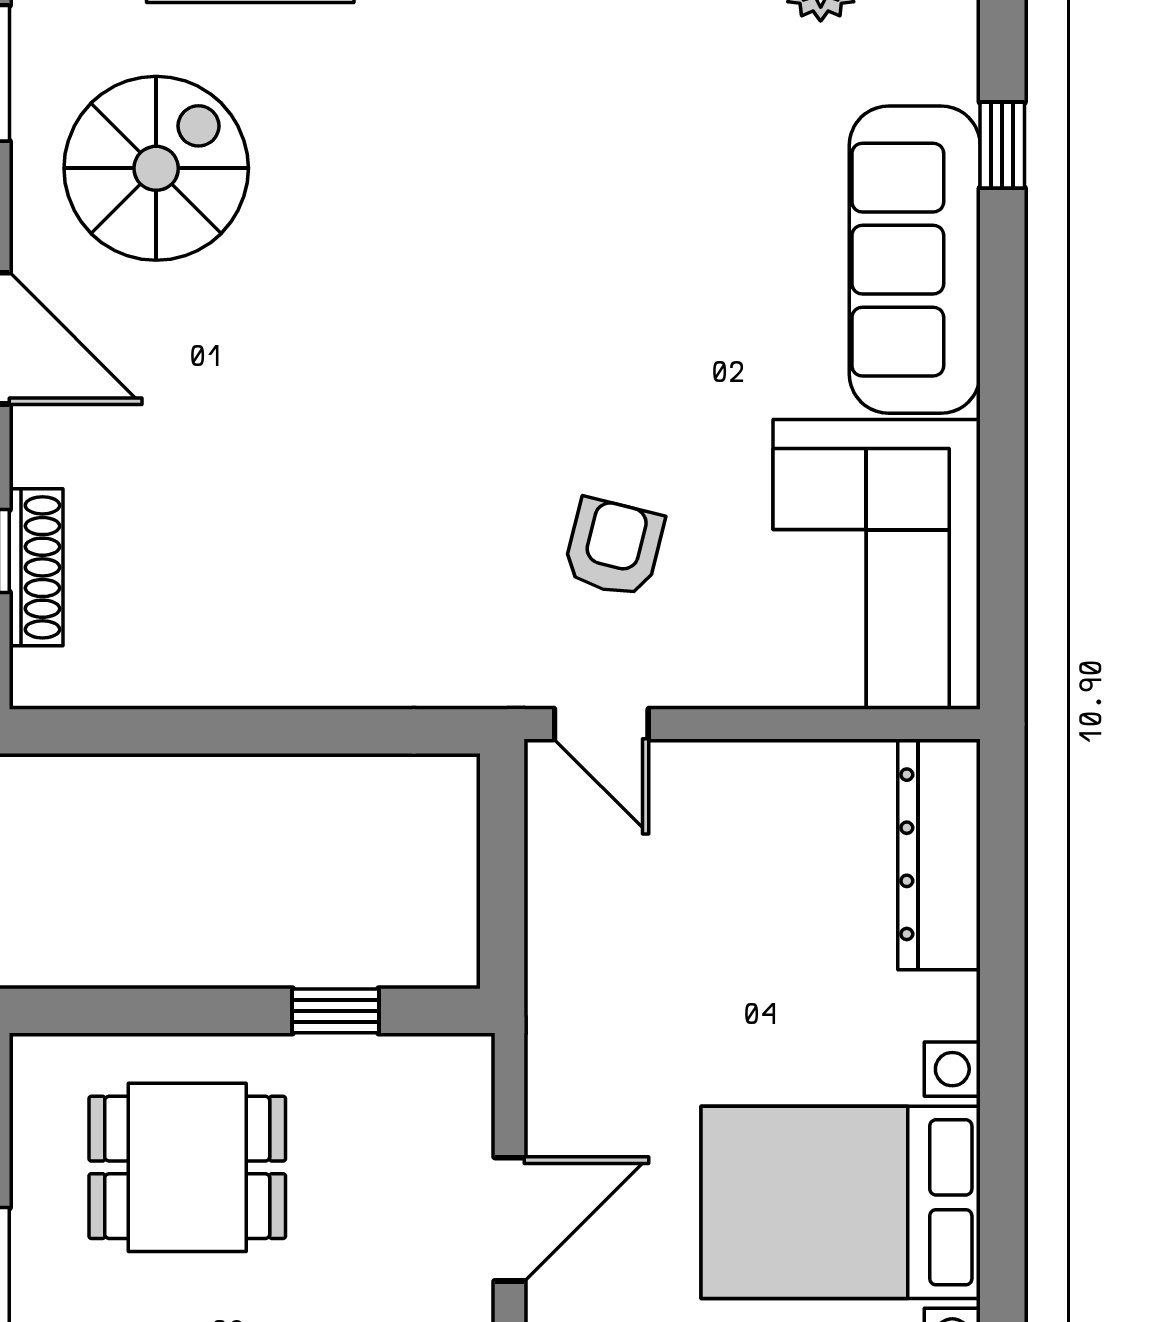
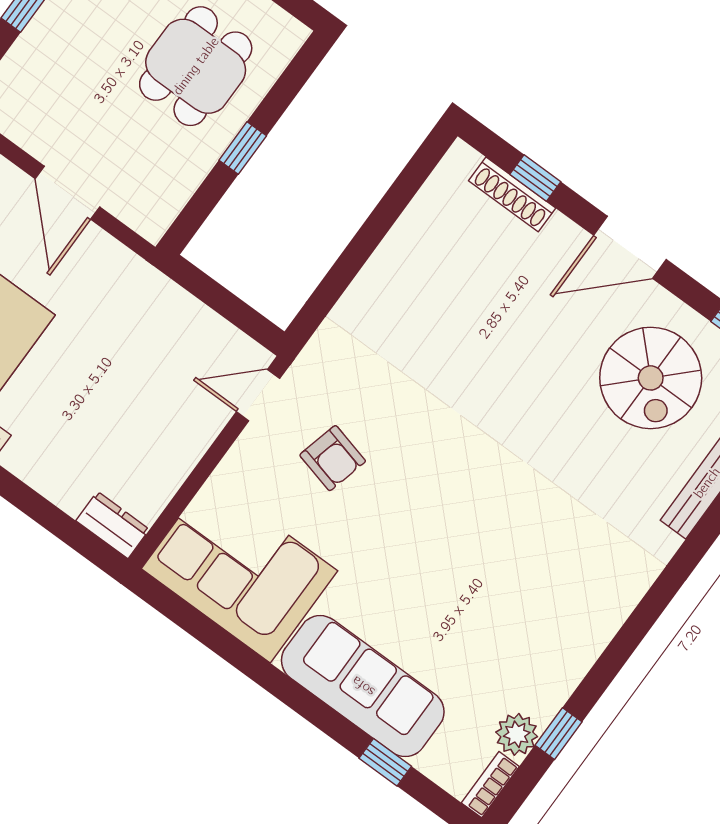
dresser: (939, 854) -> (113, 525), width x0.51, depth x0.80
window: (335, 1011) -> (243, 148), moved

